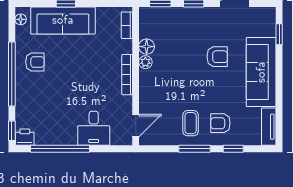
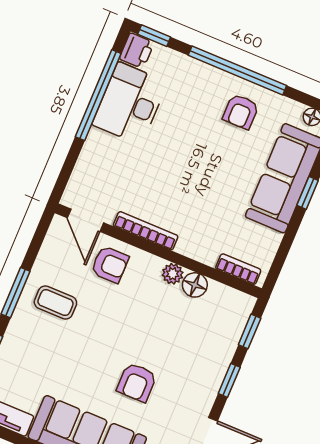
bookcase: (127, 75) -> (146, 231), moved
armchair: (220, 123) -> (110, 264), moved, turned 90
desk: (94, 128) -> (130, 103), moved, width x1.37

